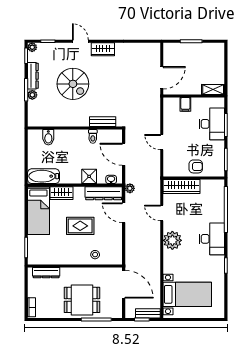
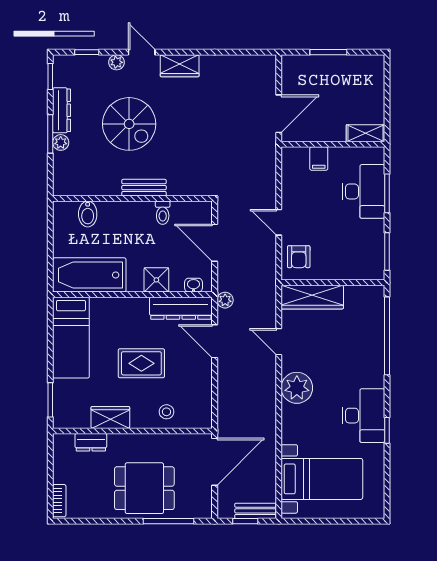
plant: (32, 47) -> (117, 62), moved
bench: (103, 122) -> (144, 188), moved
armchair: (196, 166) -> (299, 257), moved, turned 90
bathtub: (44, 176) -> (89, 275), width x1.36, depth x1.36
wardrobe: (62, 193) -> (110, 417), moved, turned 180
desk: (212, 239) -> (363, 416), moved
dresser: (46, 273) -> (91, 442), width x0.70
door: (124, 284) -> (215, 462), hinge flipped

